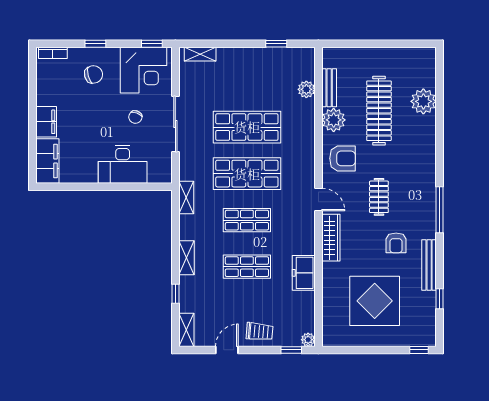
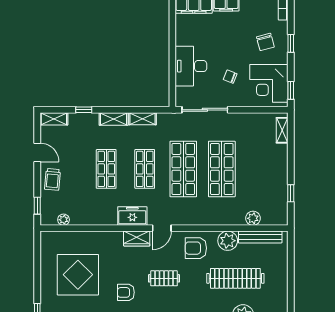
bench: (329, 88) -> (260, 237), width x1.36
sliding door: (175, 124) -> (205, 110), moved
armchair: (342, 158) -> (196, 248), turned 90
shelving: (186, 197) -> (143, 119), moved
wardrobe: (331, 238) -> (137, 239), width x0.67
freezer: (304, 273) -> (132, 216), moved
plant: (308, 340) -> (64, 220), moved

